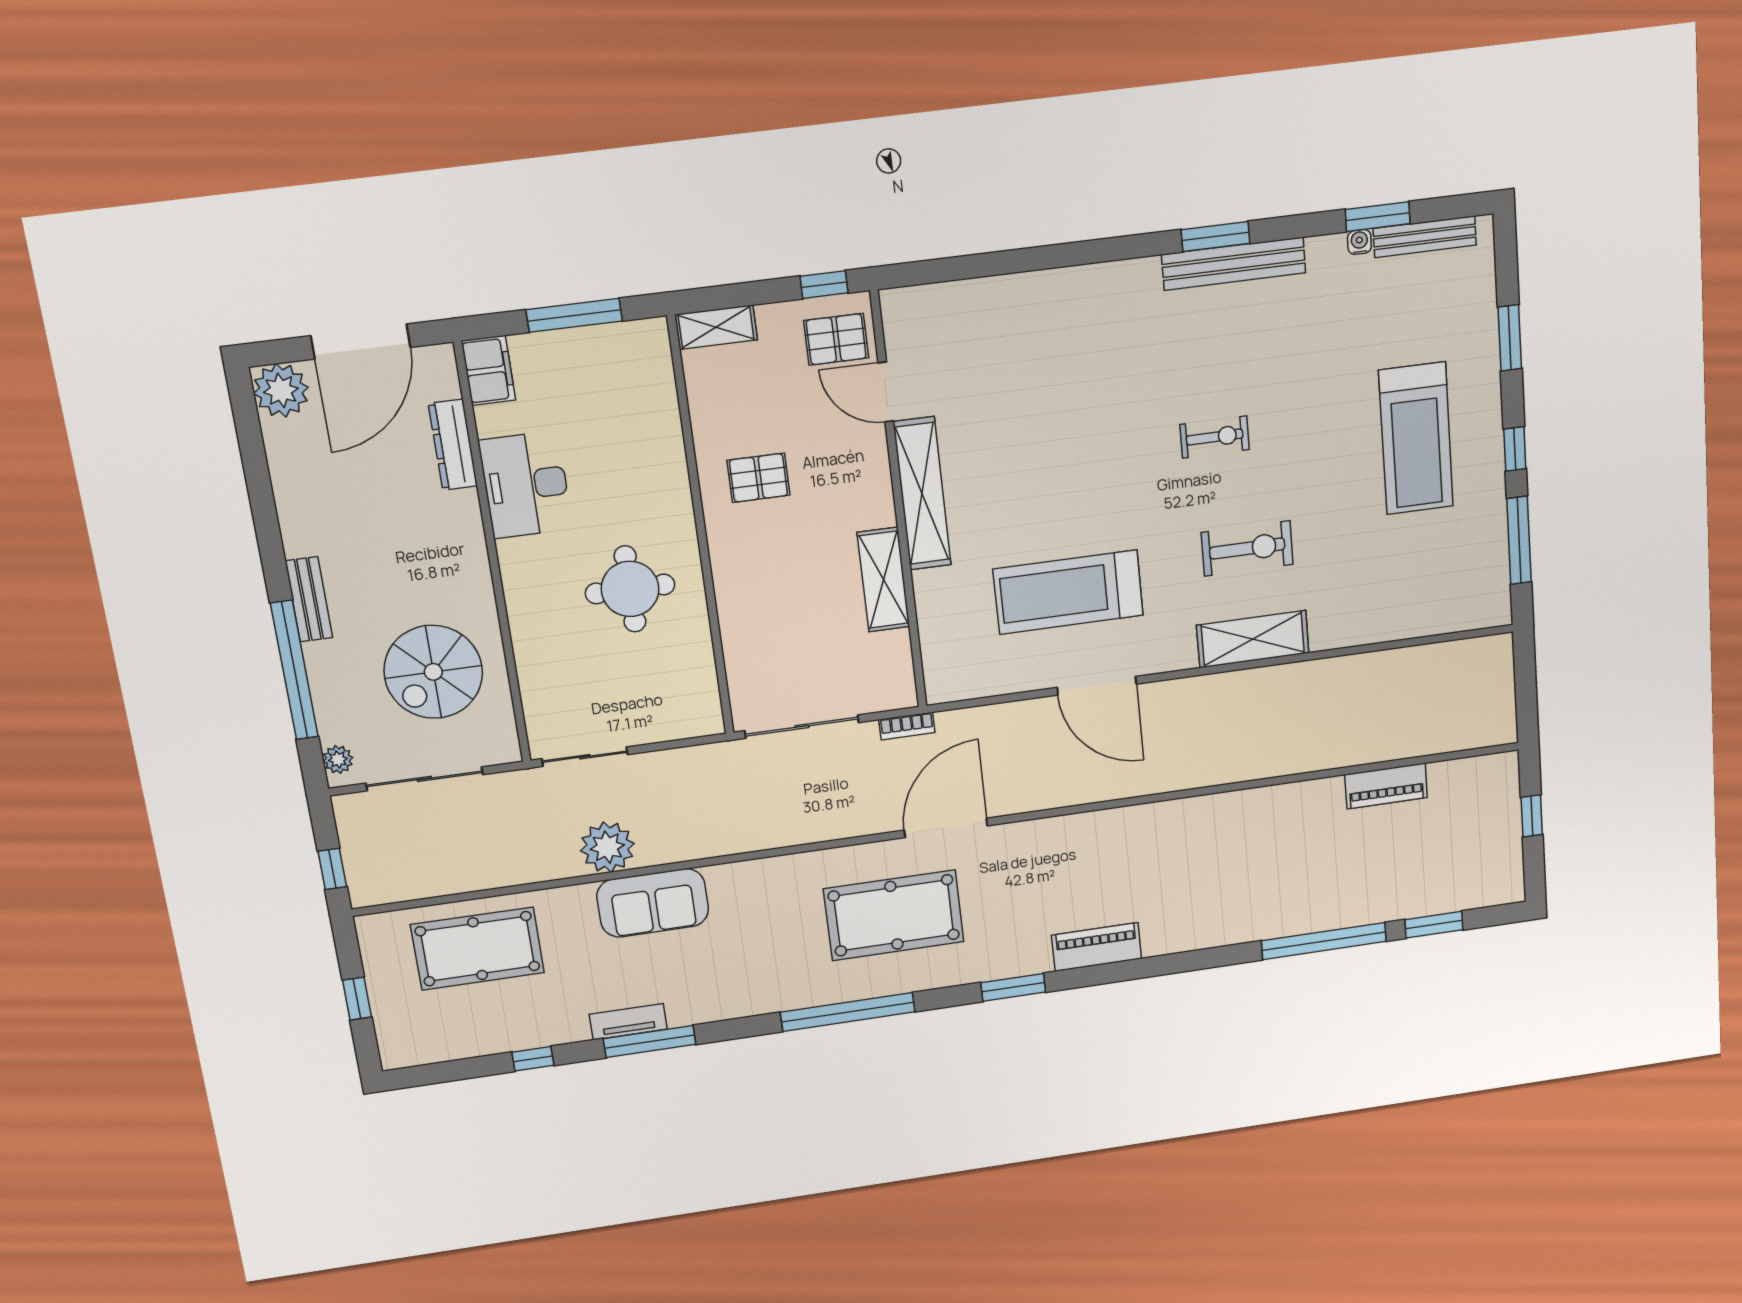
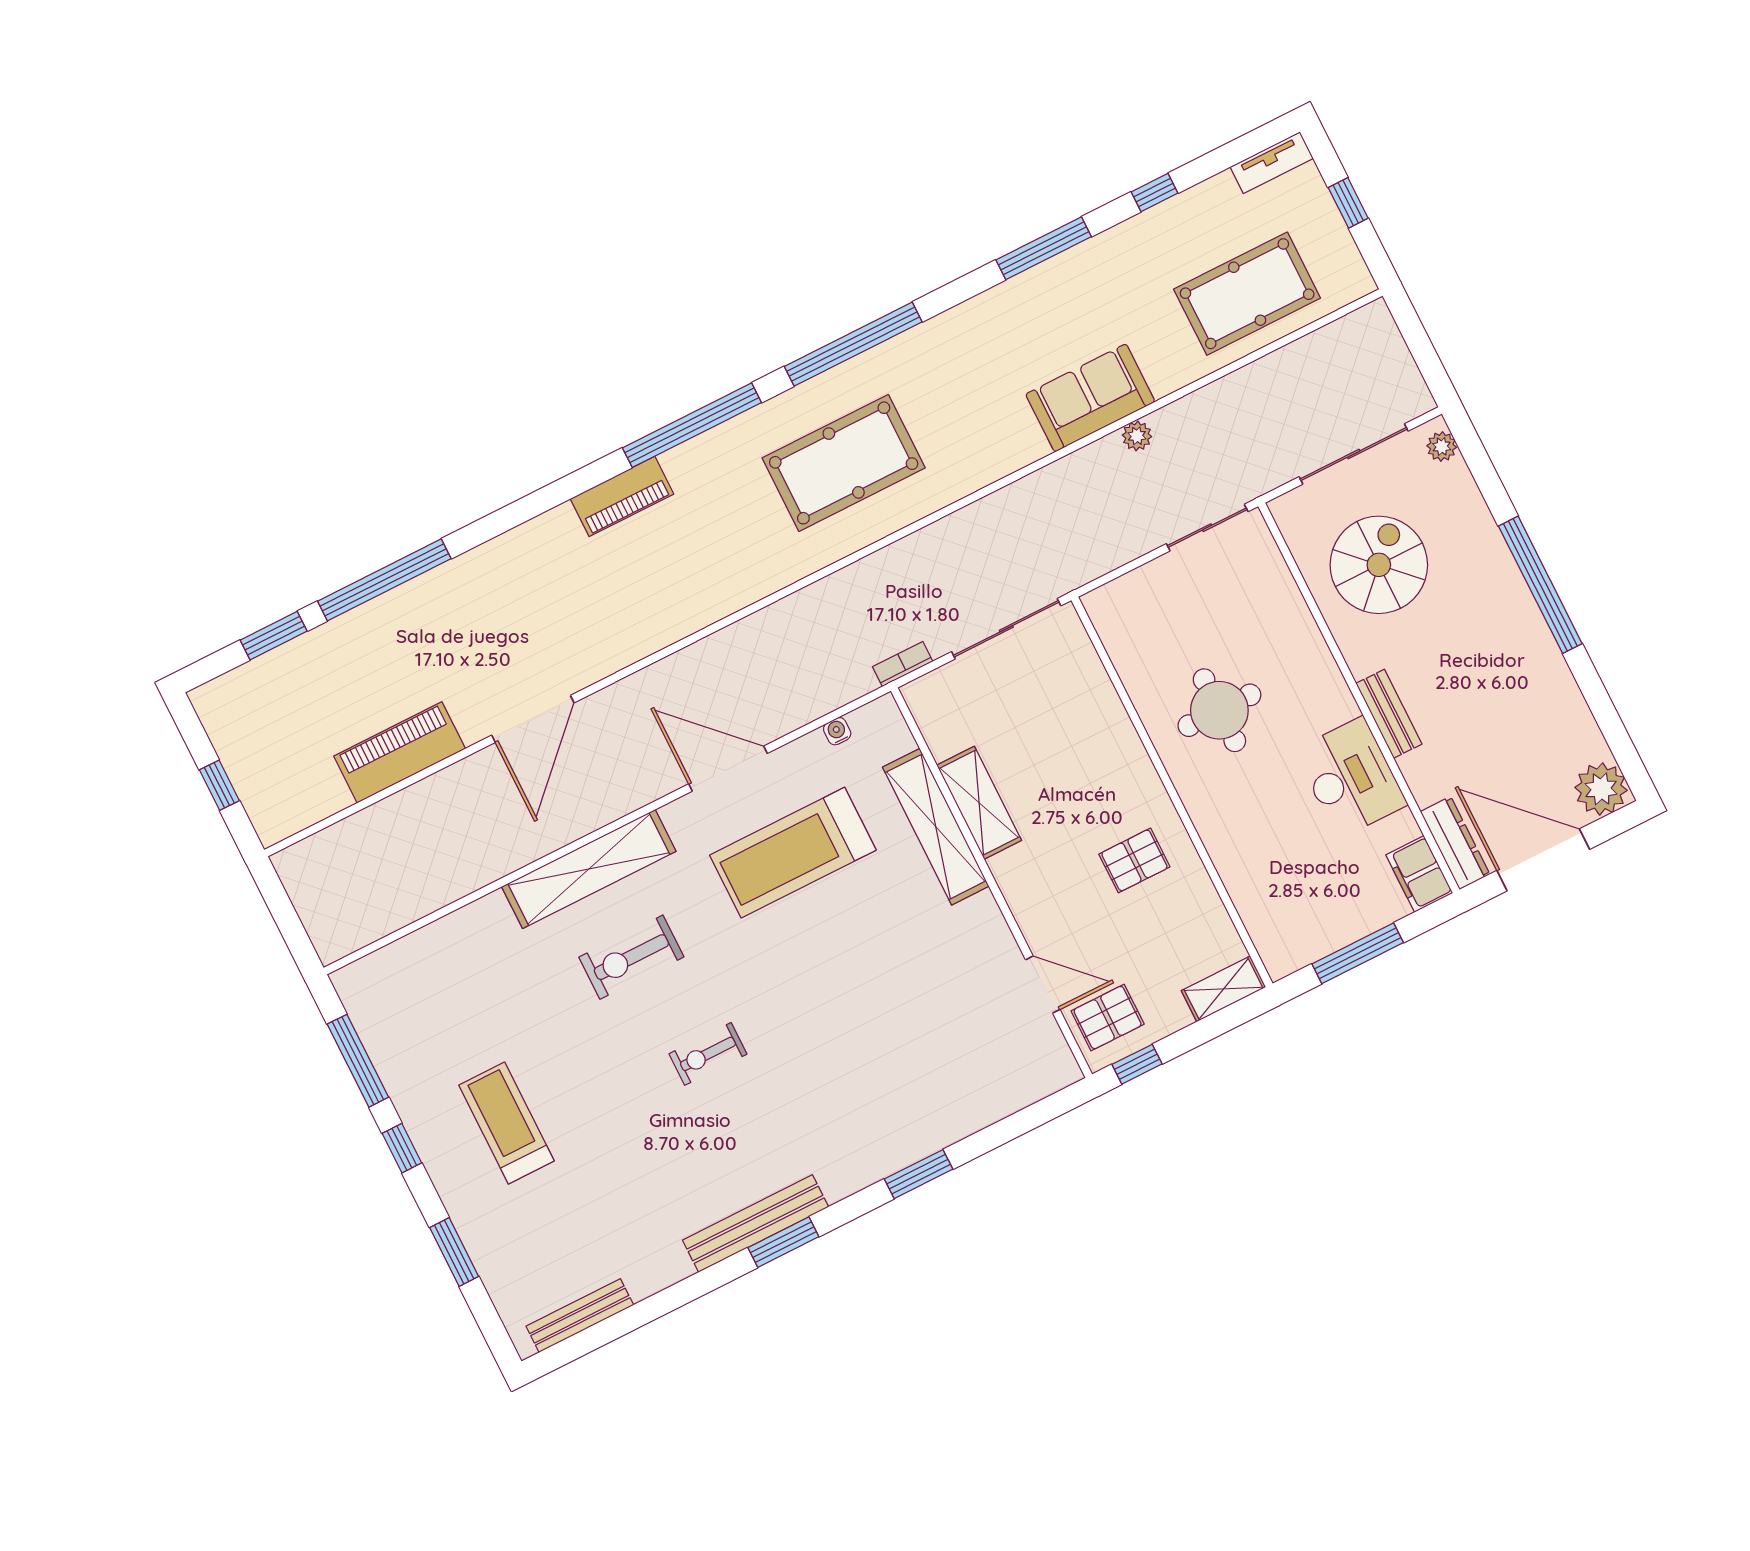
window: (1378, 217) -> (919, 1174), moved
water cooler: (1359, 242) -> (837, 731), moved, turned 180
door: (361, 342) -> (1543, 860), hinge flipped
treadmill: (1416, 439) -> (506, 1123), width x0.73, depth x0.73
dresser: (453, 445) -> (1455, 843), moved
shelving: (922, 494) -> (936, 827), moved
treadmill: (1068, 592) -> (793, 853), turned 180
bench: (309, 599) -> (1389, 714), moved
shelving: (1253, 639) -> (589, 869), width x1.47
window: (294, 670) -> (1540, 585), moved
piano: (1386, 786) -> (400, 752), width x1.37, depth x1.33
door: (946, 828) -> (533, 719), moved
plant: (607, 847) -> (1137, 436), width x0.53, depth x0.53
window: (332, 869) -> (1413, 332), removed
window: (1013, 987) -> (692, 425), width x2.11
tv unit: (628, 1022) -> (1272, 163), moved

